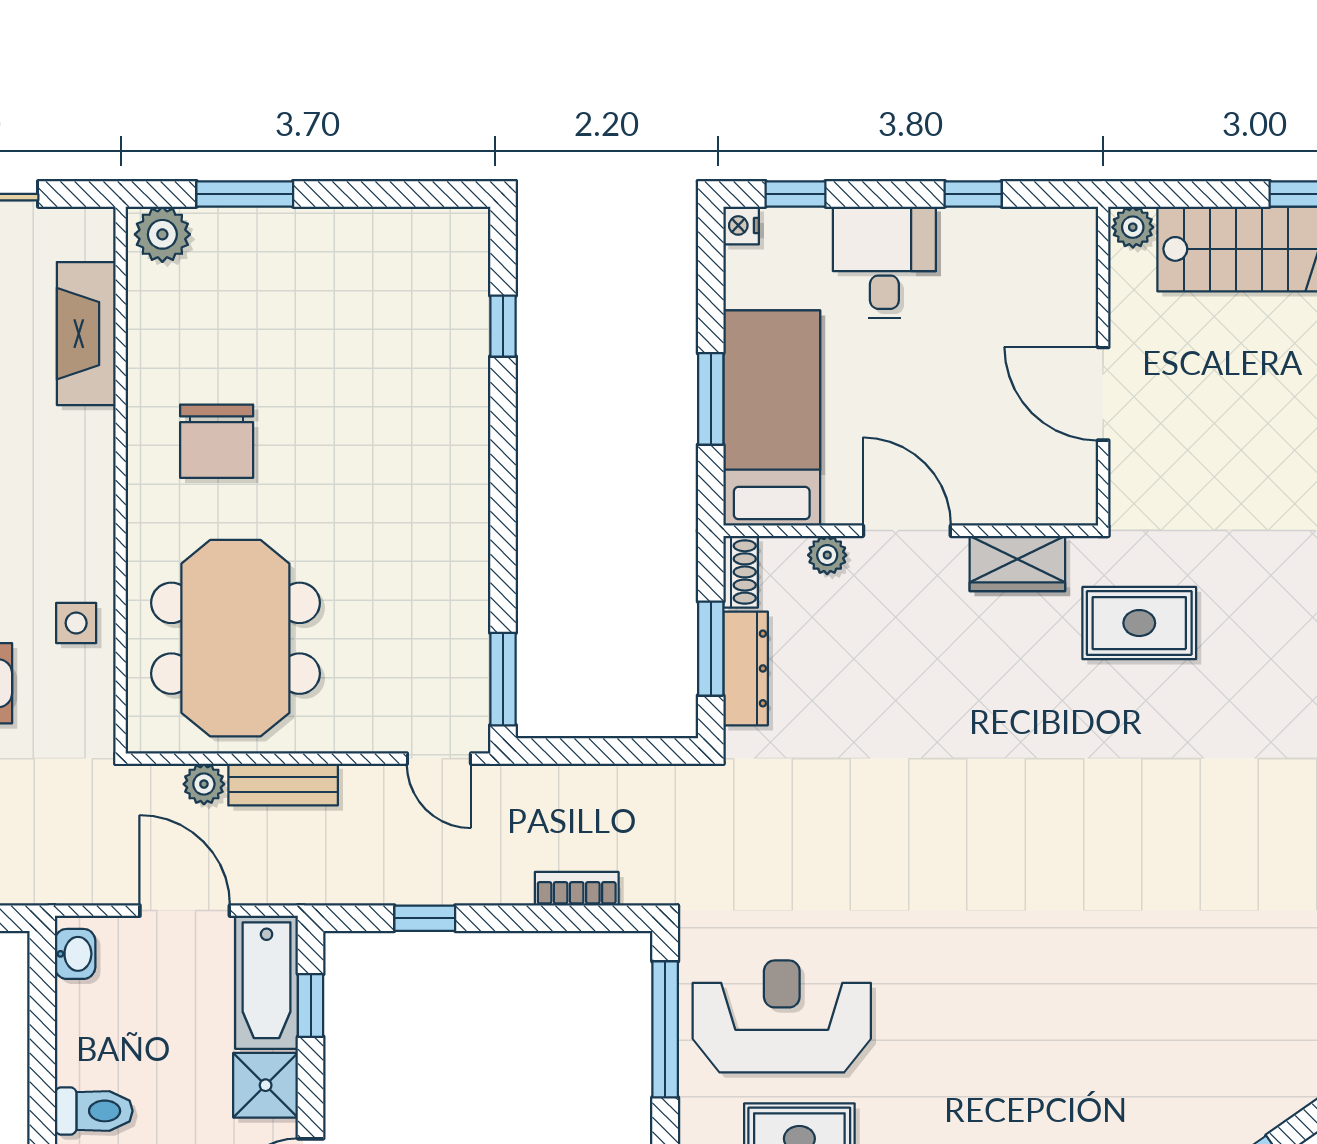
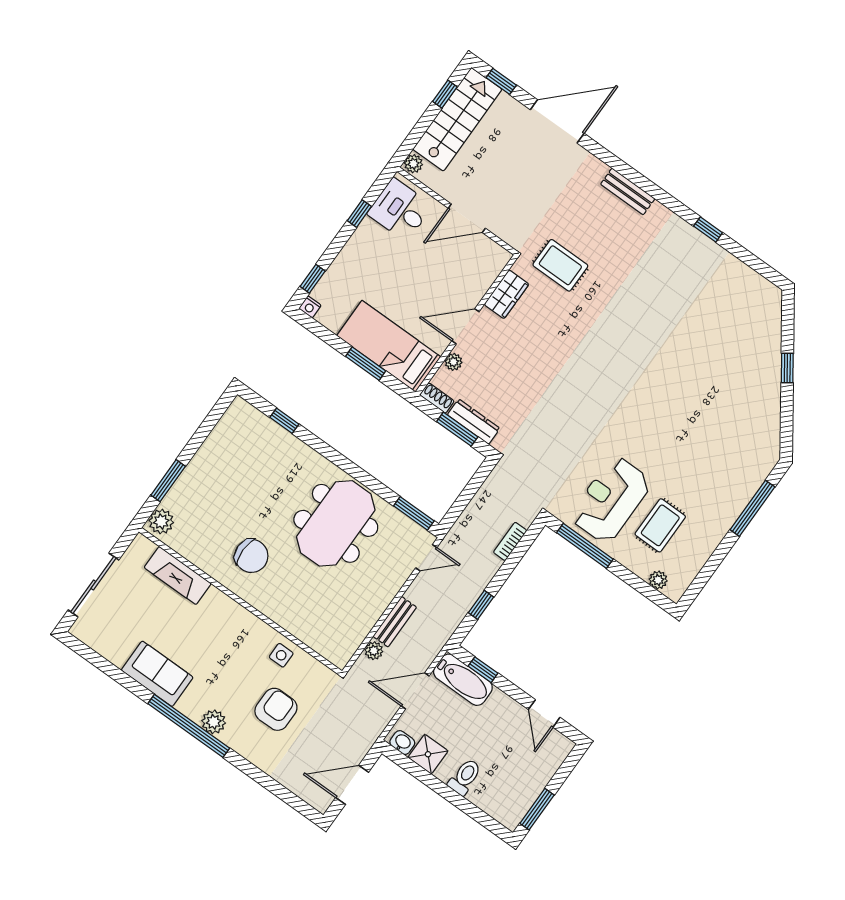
desk: (884, 262) -> (400, 210), moved
rug: (1139, 623) -> (560, 265), turned 90
meeting table: (235, 638) -> (336, 523), moved, turned 90
shower: (266, 1085) -> (428, 754), moved

